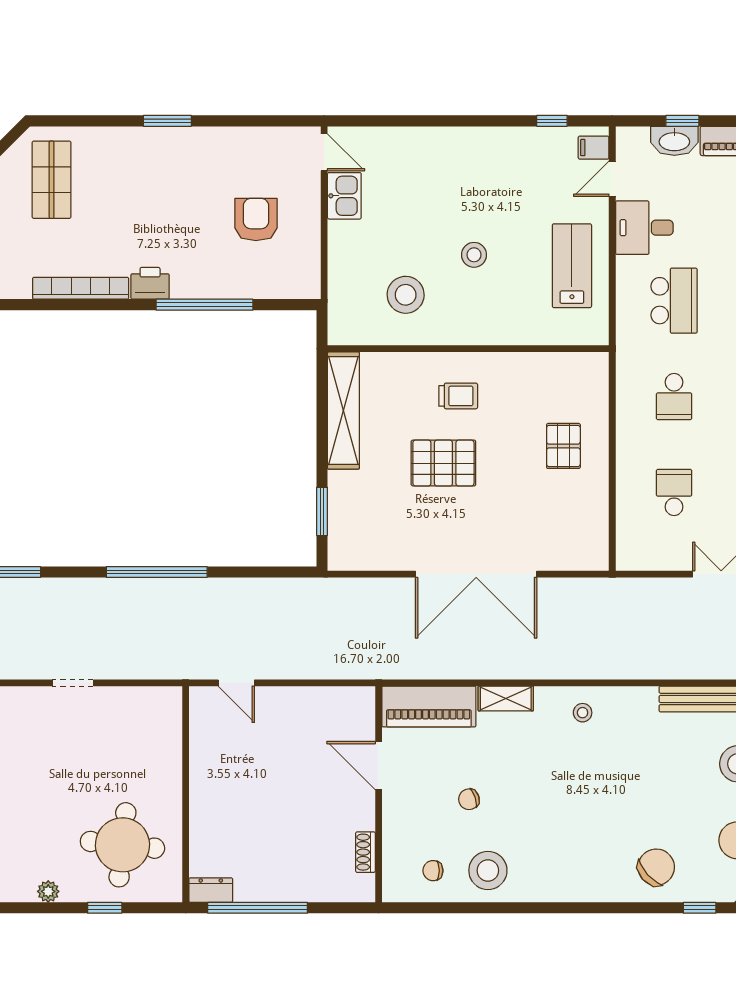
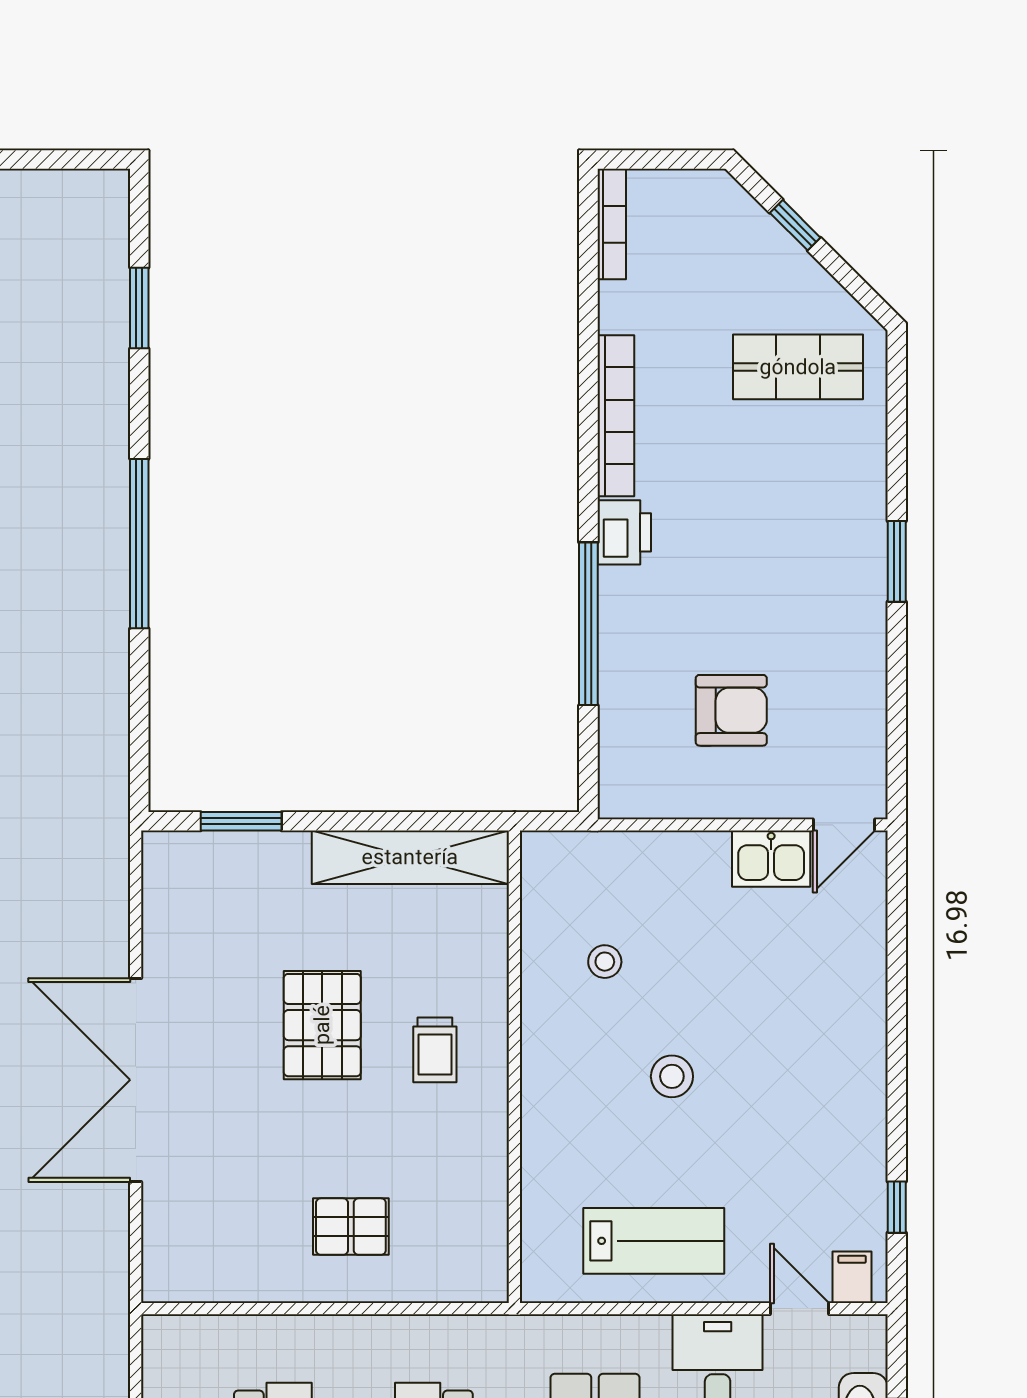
stool: (406, 295) -> (605, 962), width x0.53, depth x0.53

